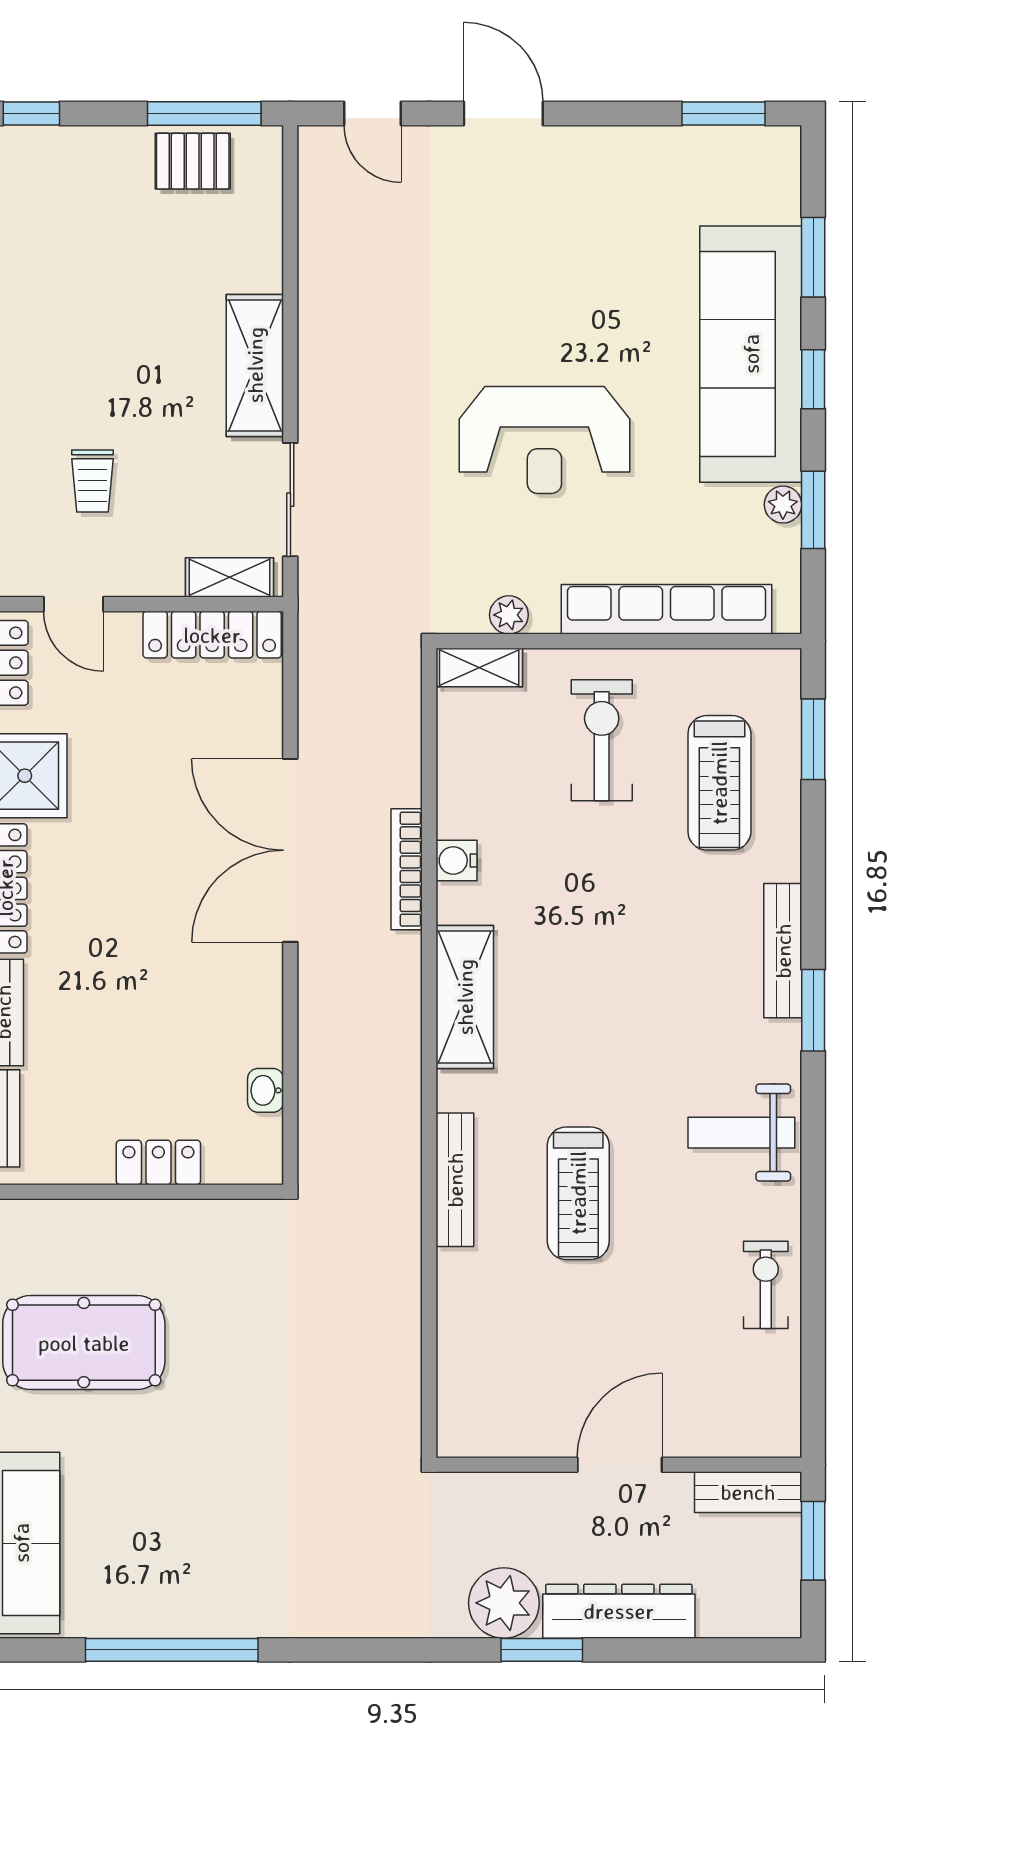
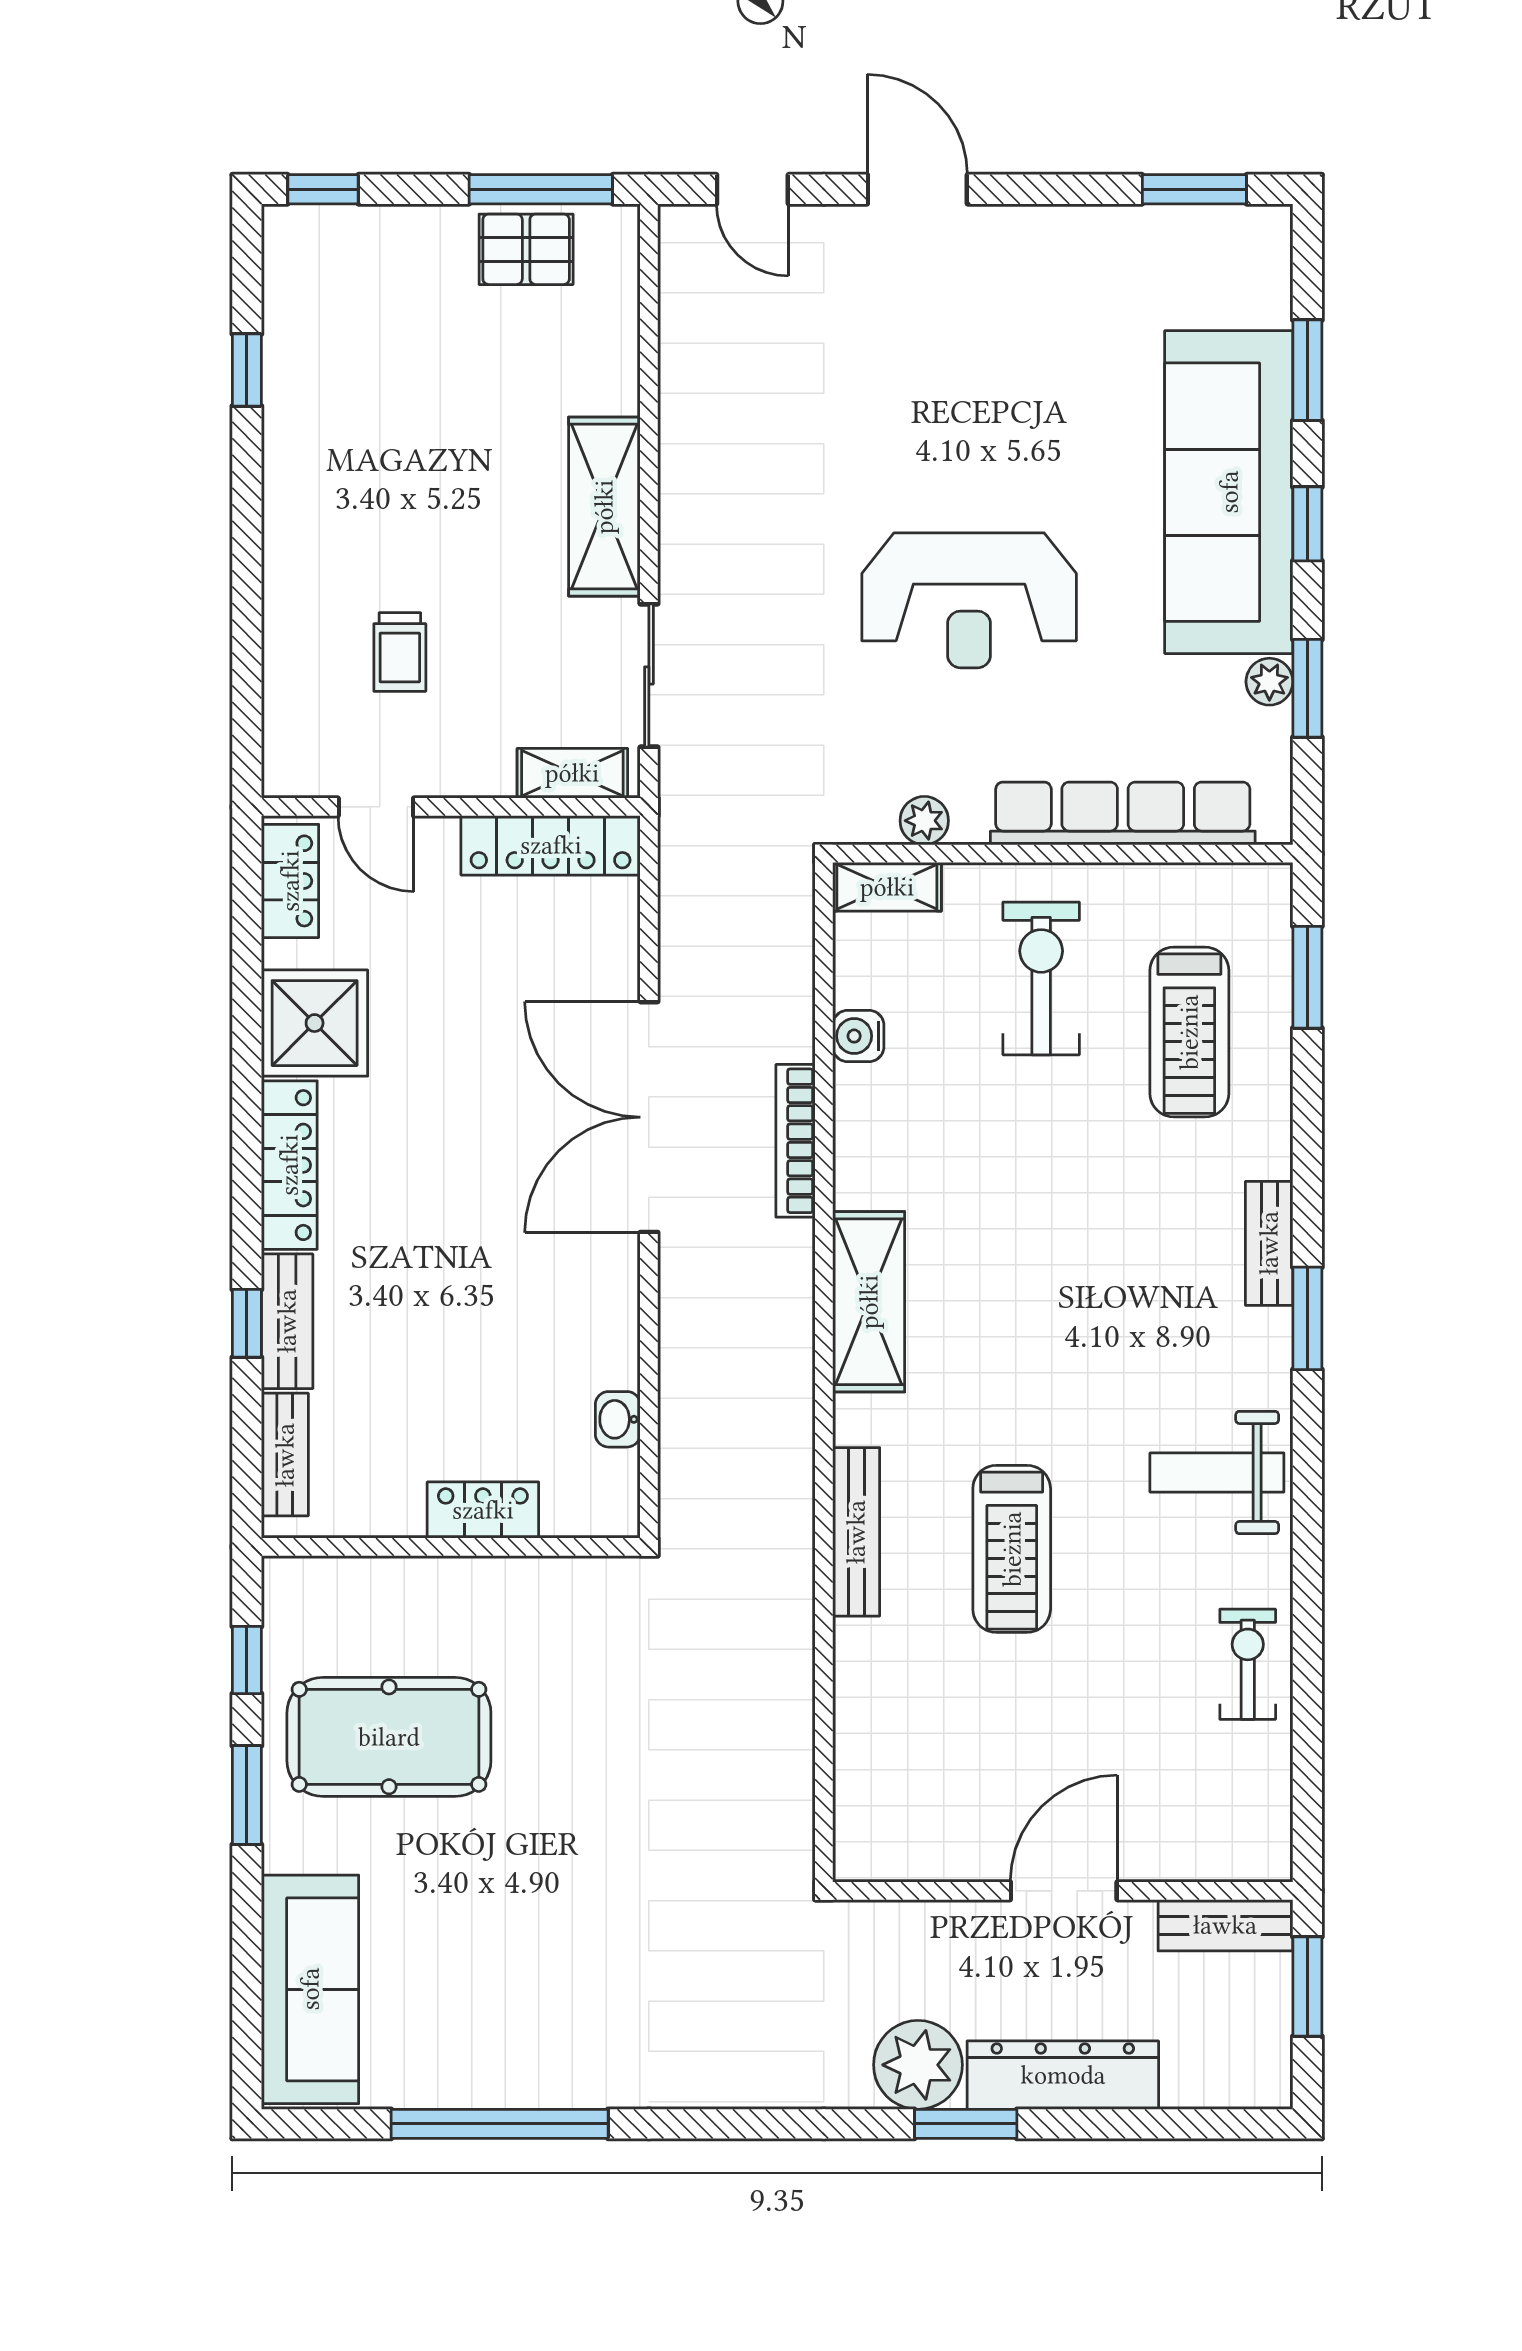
water cooler: (456, 861) -> (858, 1036), moved
bench: (783, 951) -> (1269, 1243), width x0.73

